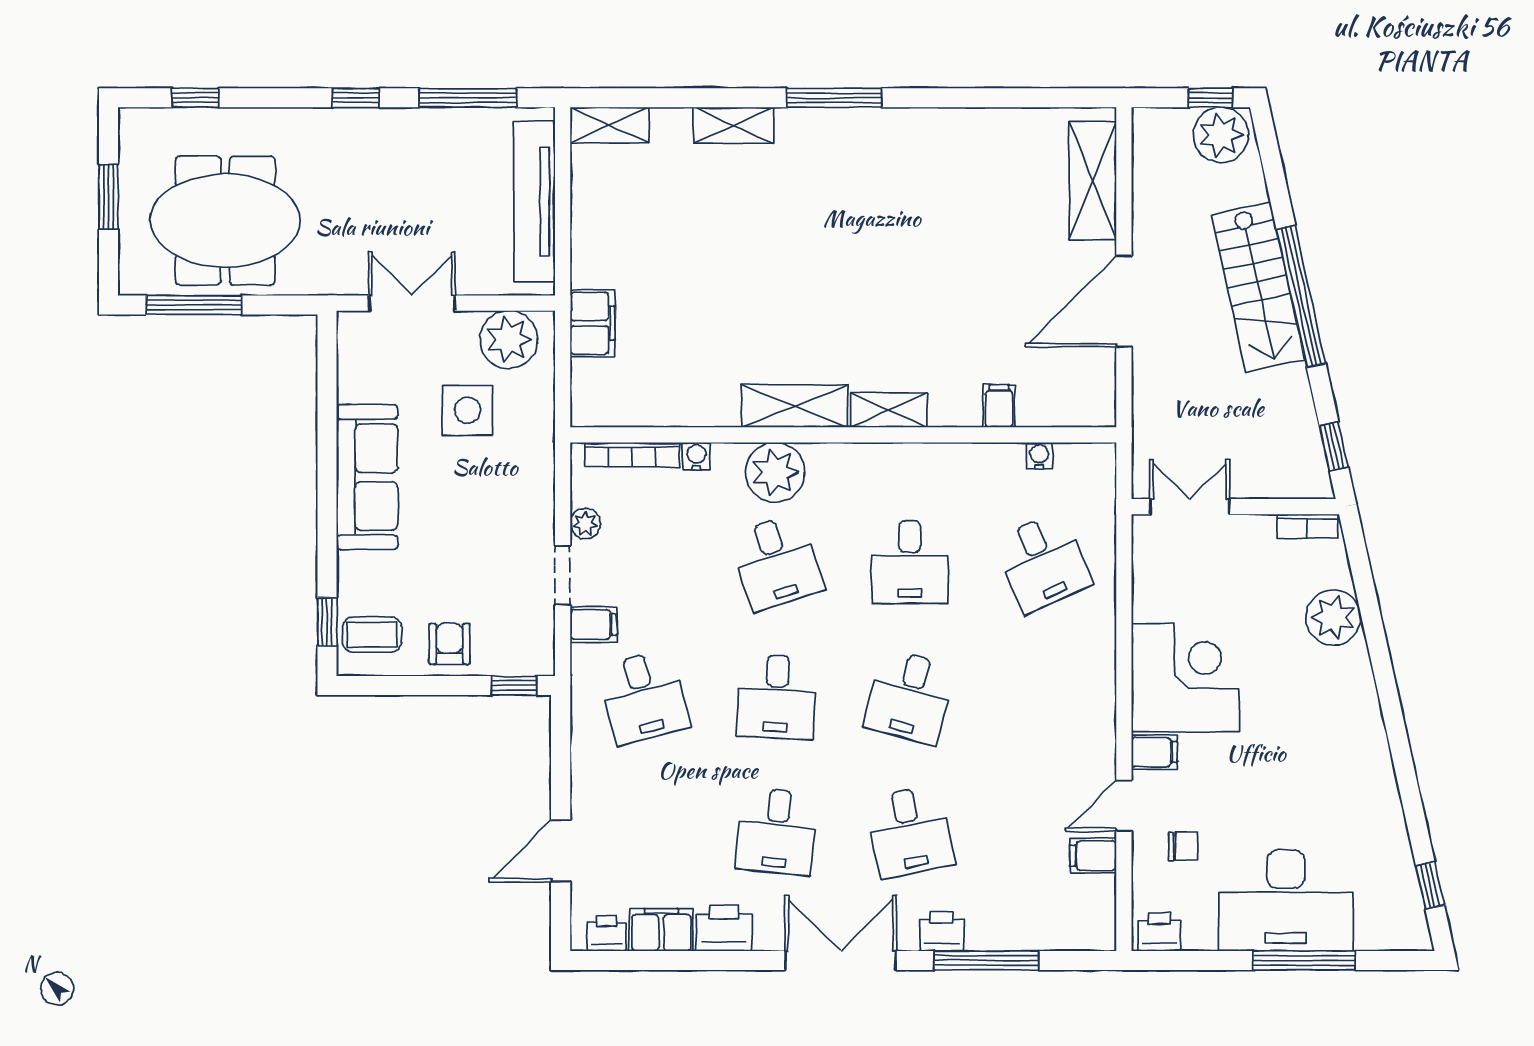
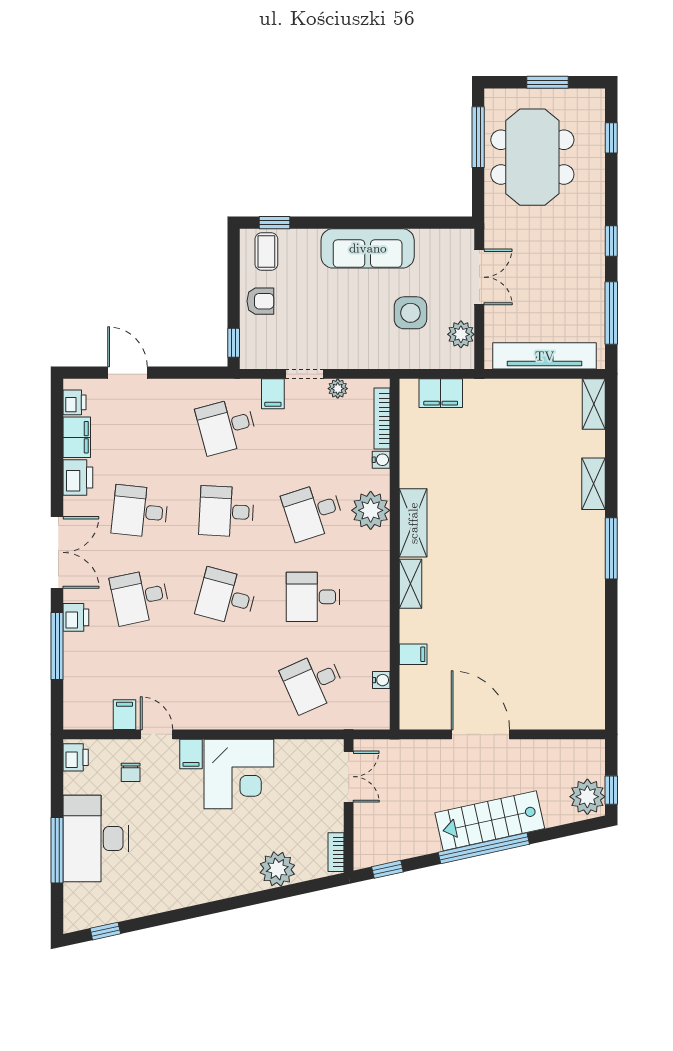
shelving: (1093, 181) -> (558, 714), removed
filing cabinet: (593, 323) -> (441, 393), moved
plant: (509, 340) -> (461, 334), width x0.73, depth x0.73

